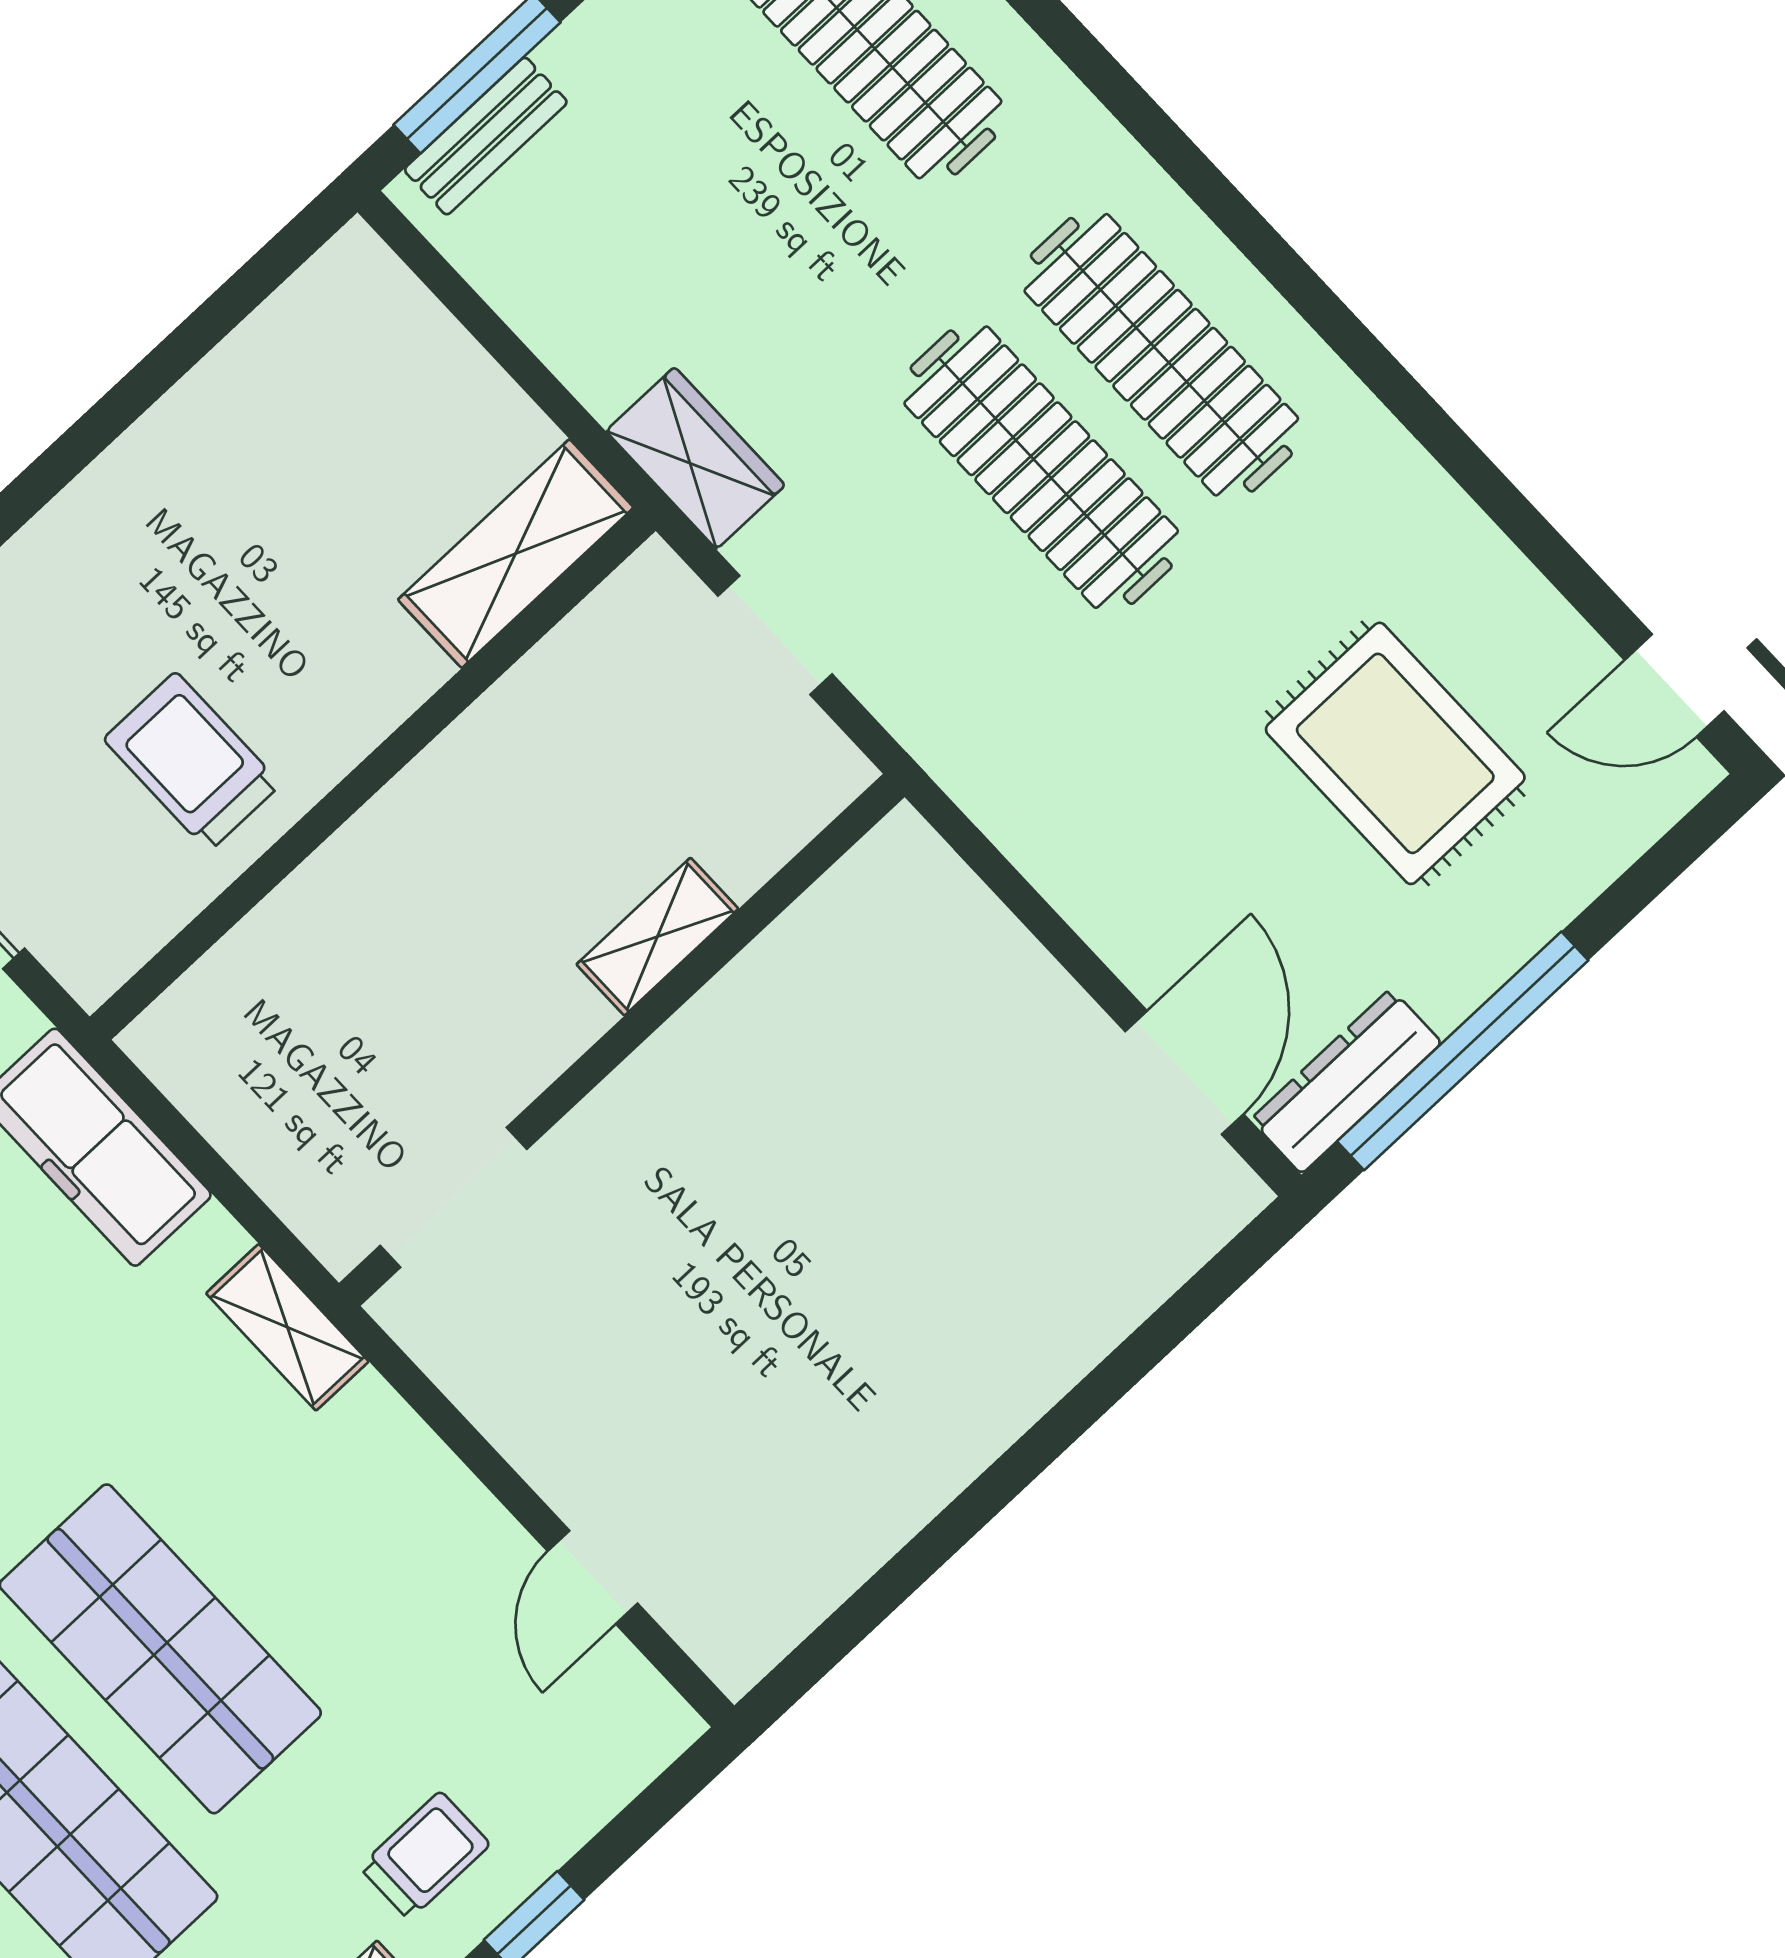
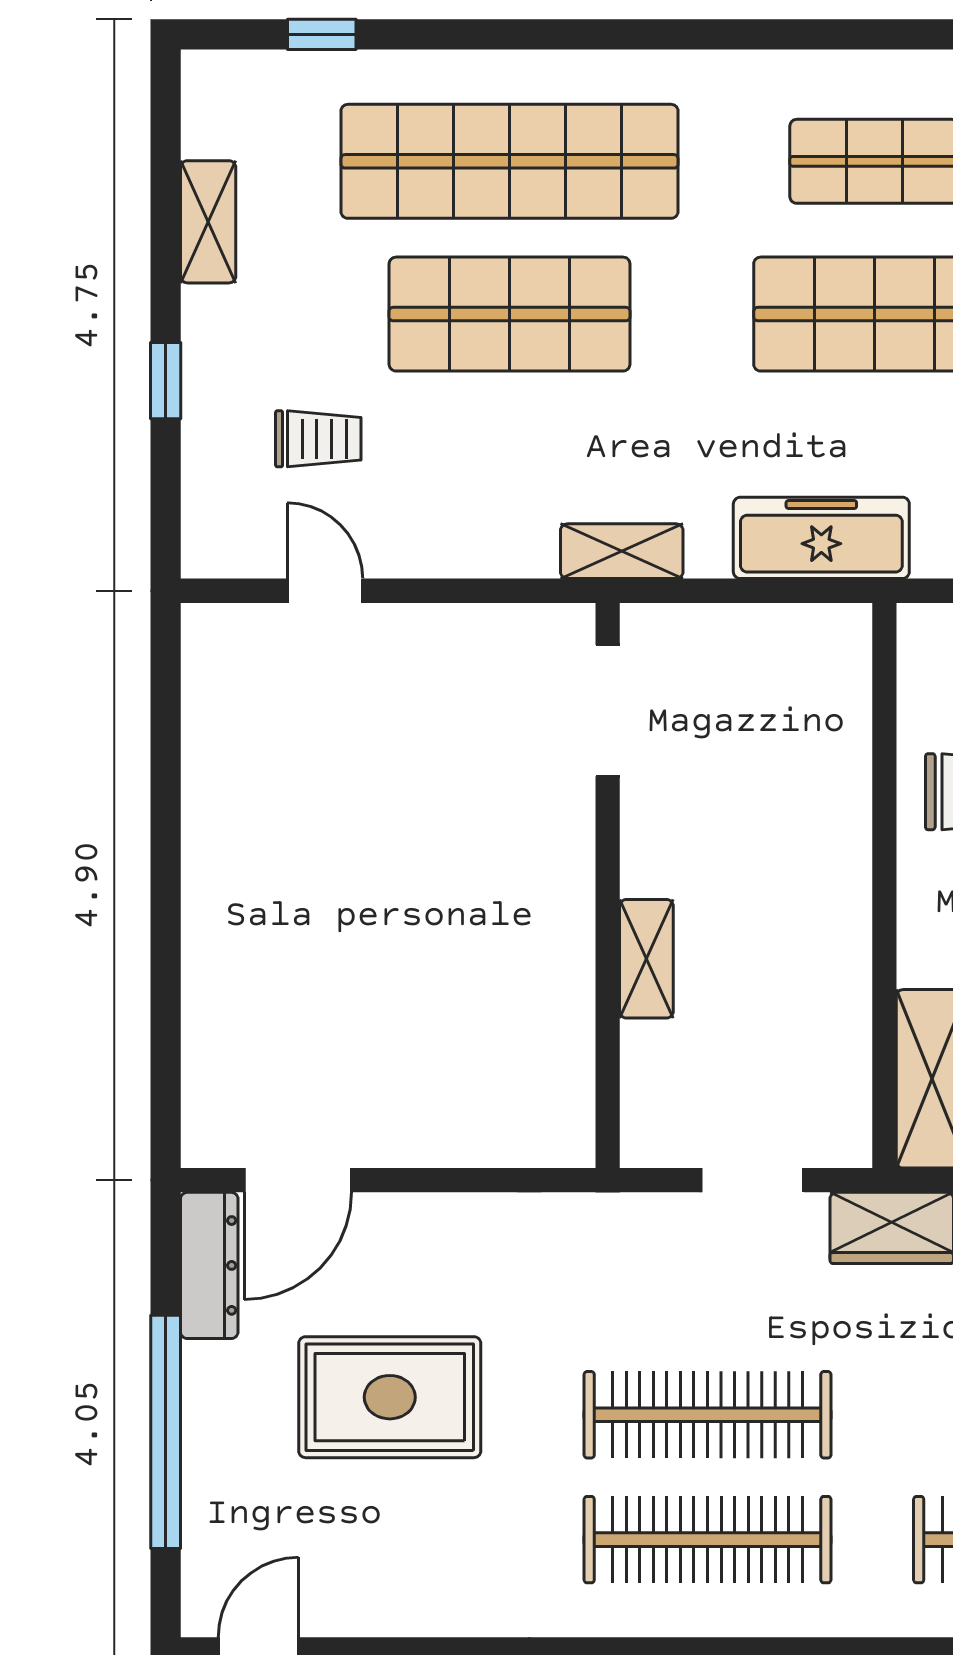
rug: (1395, 753) -> (390, 1397), moved
window: (1463, 1051) -> (166, 1432), moved
door: (1184, 1073) -> (298, 1180), hinge flipped
trolley: (425, 1856) -> (318, 439), moved, turned -90

